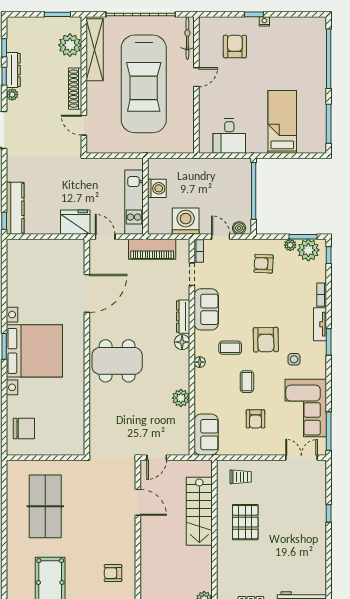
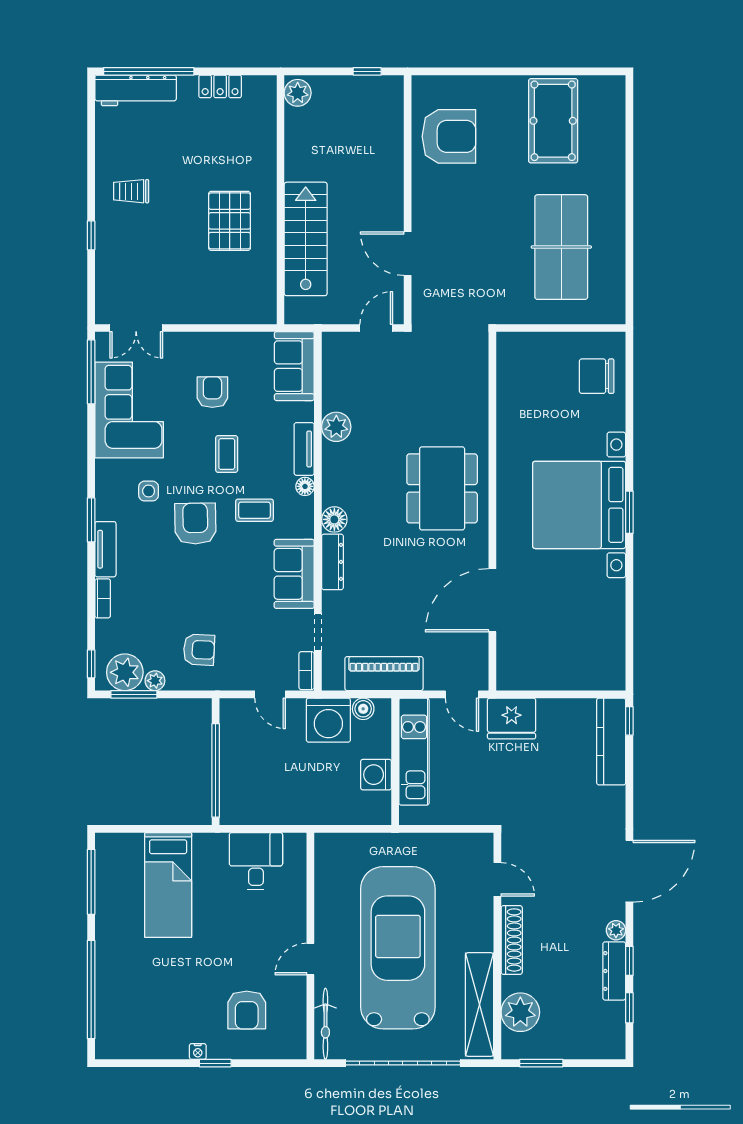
boiler: (239, 228) -> (363, 709), moved
dining table: (117, 361) -> (442, 488), turned 90
tv unit: (200, 385) -> (304, 449), added
trolley: (241, 477) -> (131, 191), moved
armchair: (113, 573) -> (449, 136), width x1.88, depth x1.88

